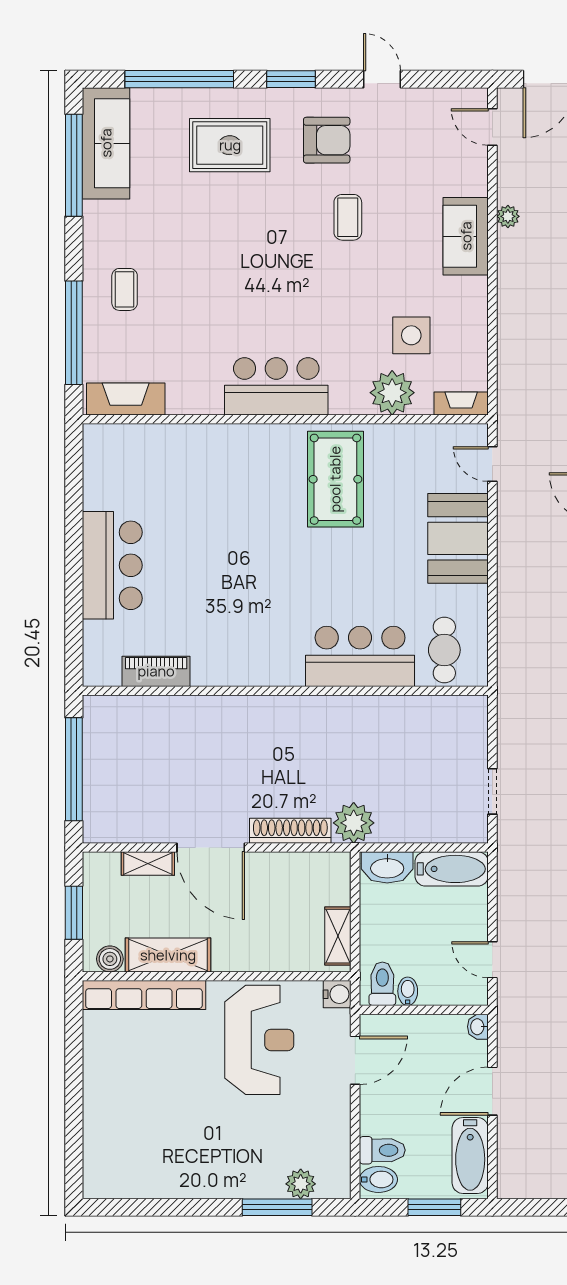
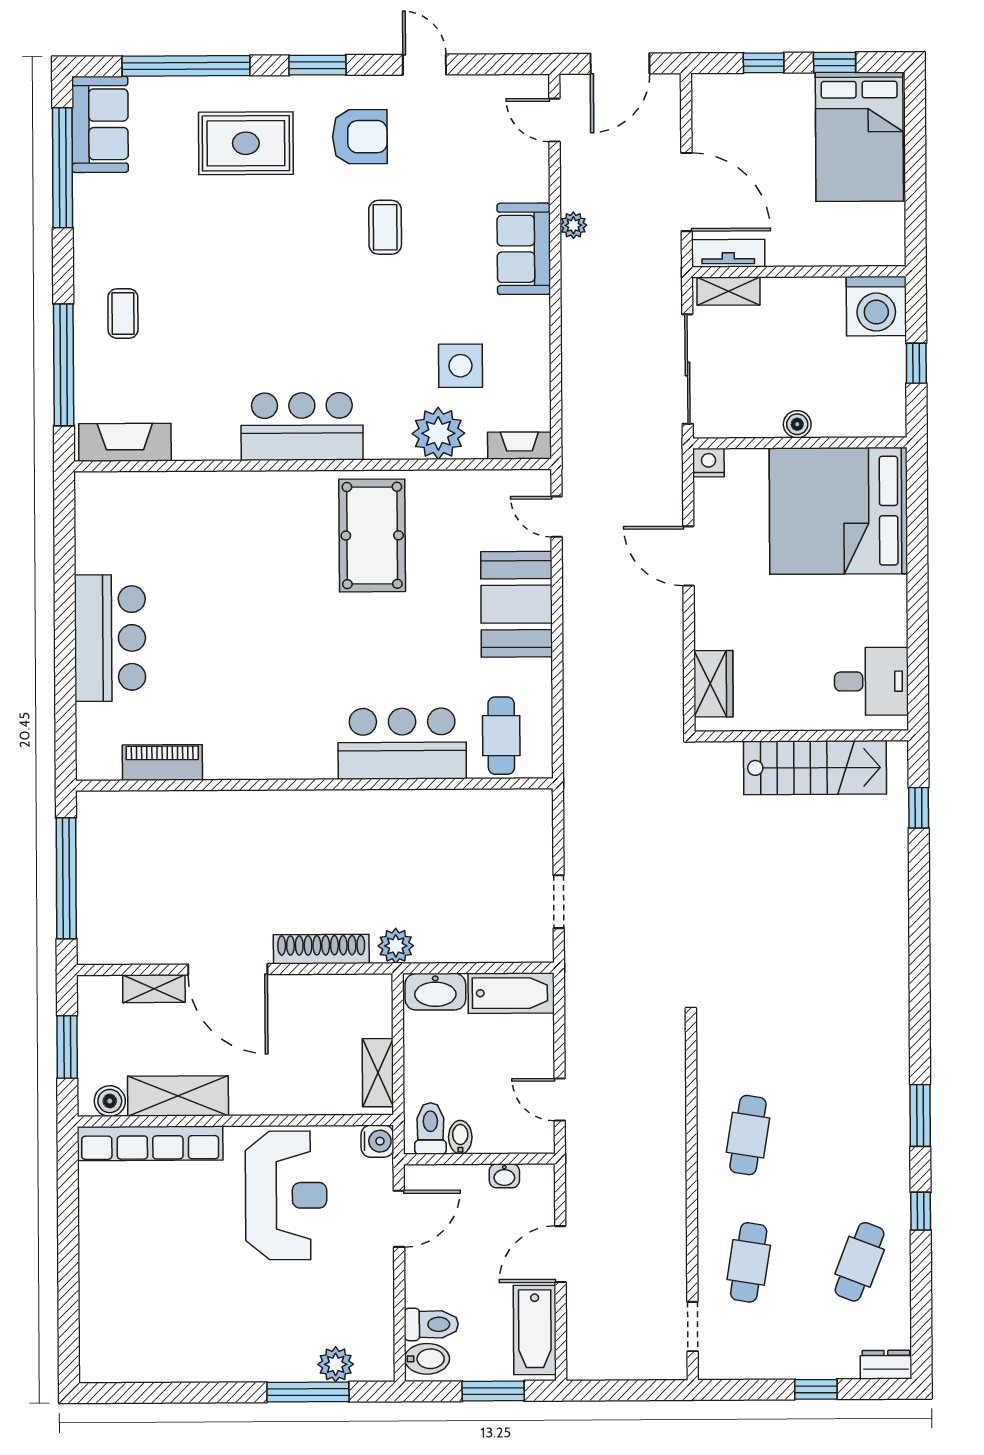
sofa: (106, 143) -> (100, 124), width x0.73
plant: (354, 823) -> (396, 946), width x0.73, depth x0.73
washbasin: (478, 1027) -> (504, 1176), moved, turned -90

